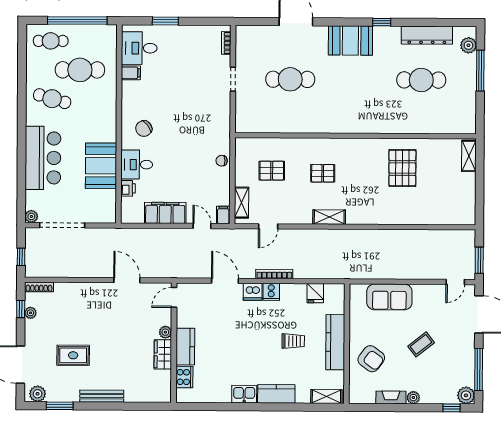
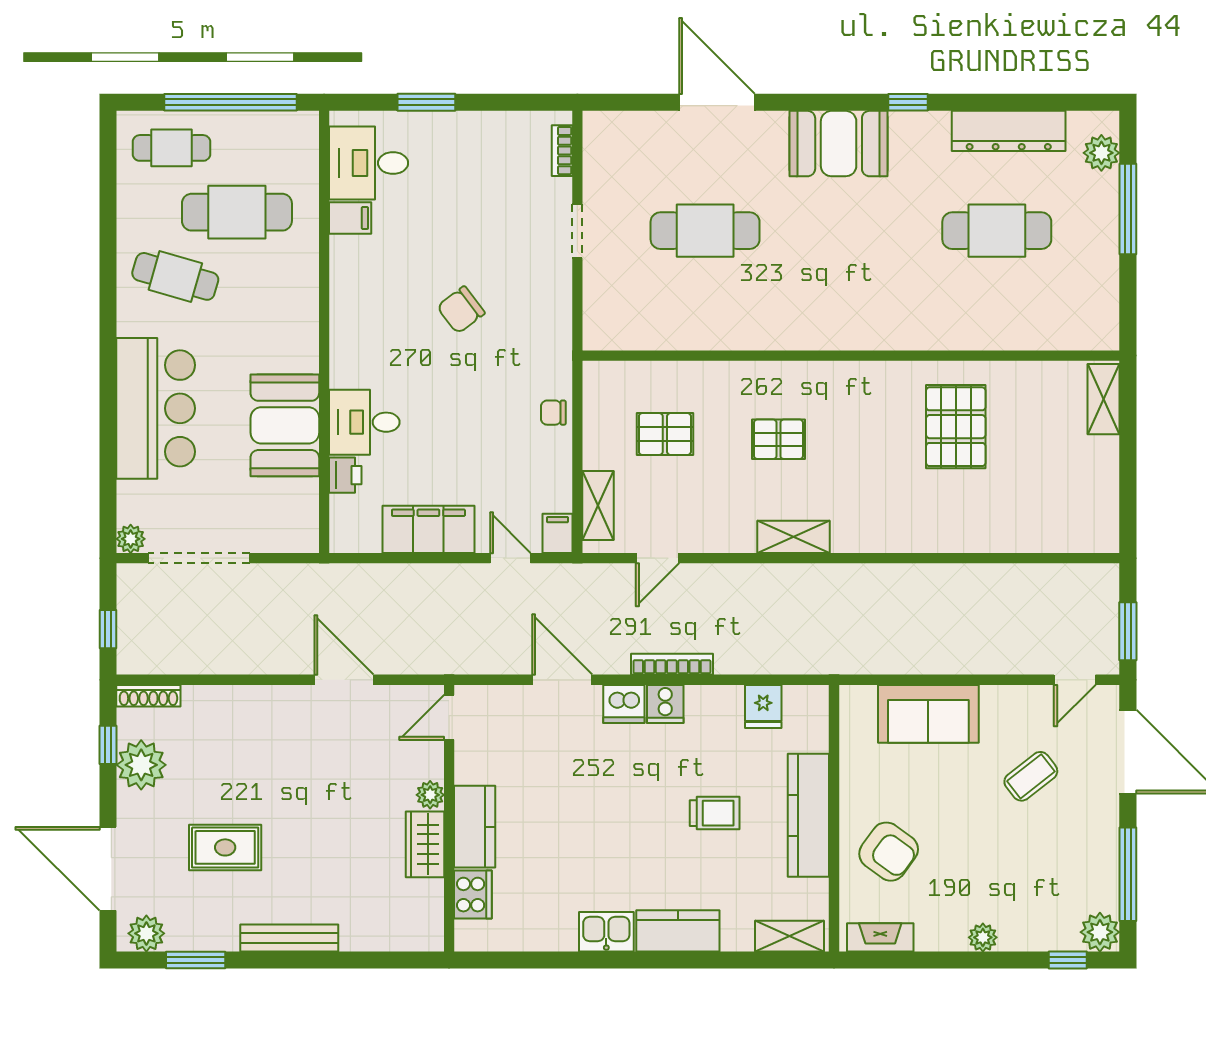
chair: (144, 129) -> (461, 310), moved
plant: (30, 313) -> (141, 765), width x1.88, depth x1.88
coffee table: (421, 344) -> (1031, 776), moved
fireplace: (391, 397) -> (880, 937), moved

